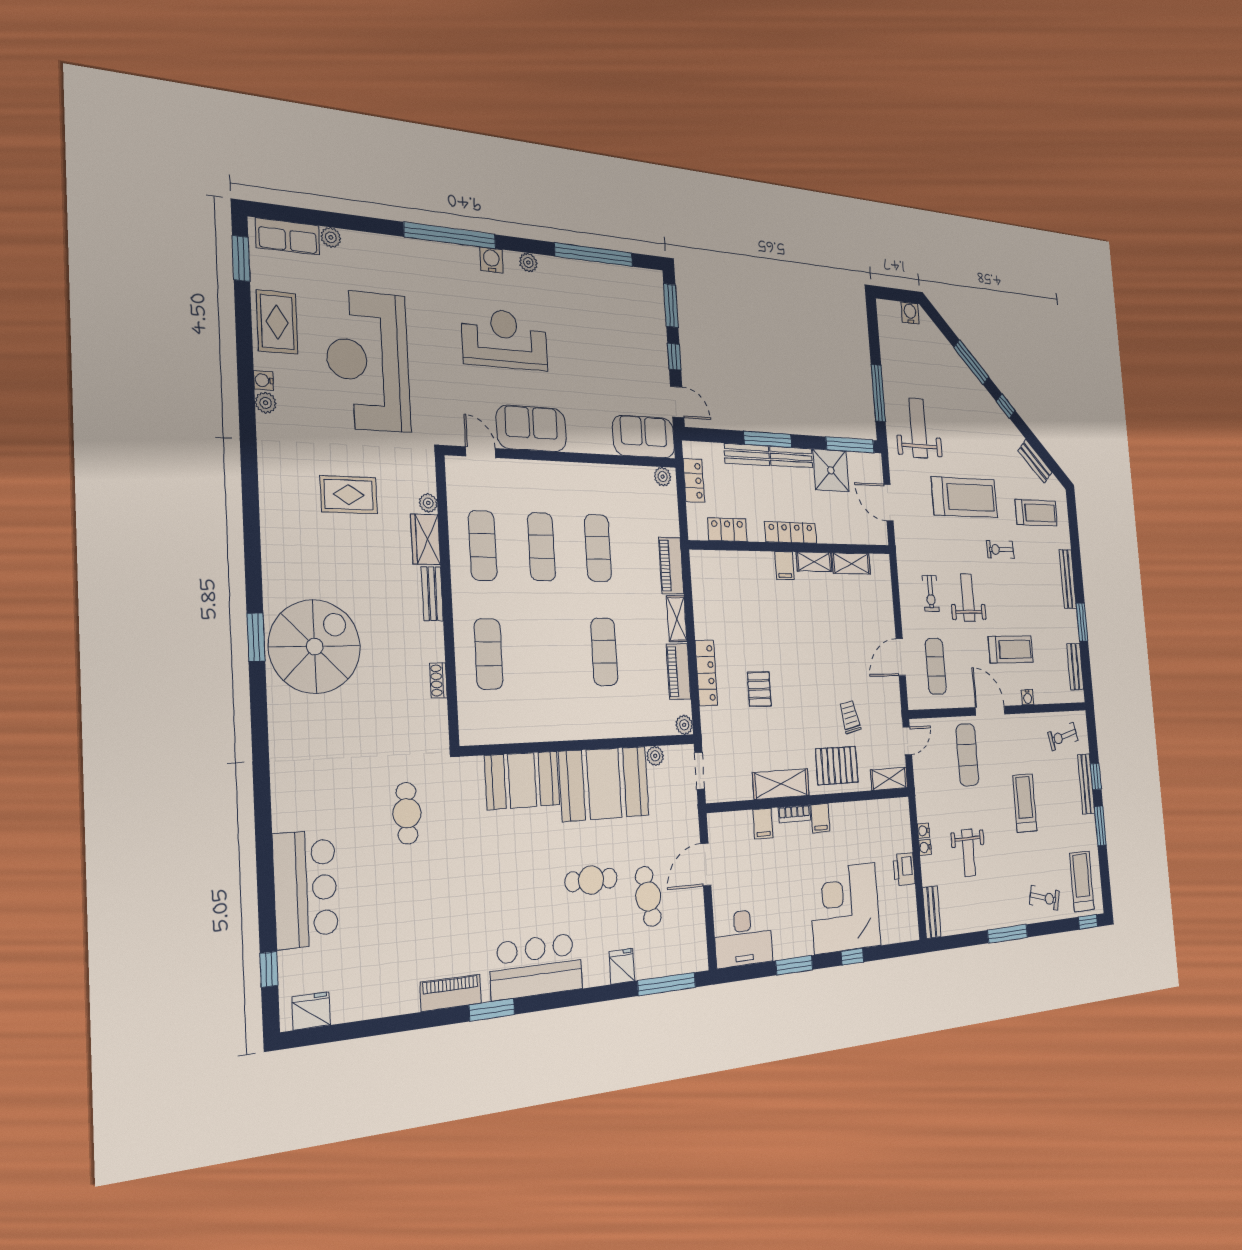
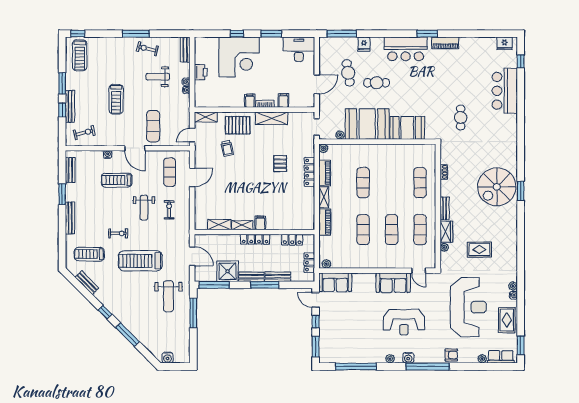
armchair: (401, 255) -> (451, 355), added
weight bench: (969, 853) -> (158, 77), turned -90
exercise bike: (1044, 898) -> (147, 49), moved

